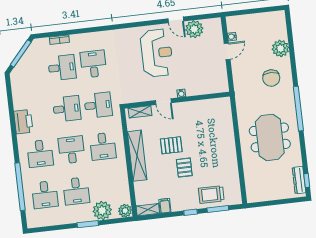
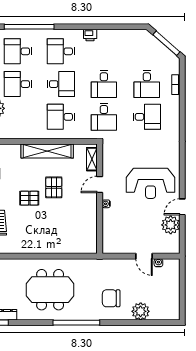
printer: (23, 122) -> (90, 35), width x0.53, depth x0.68

